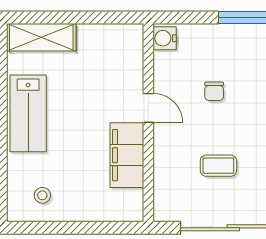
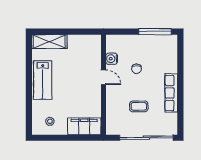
water cooler: (165, 38) -> (112, 59), moved
filing cabinet: (127, 155) -> (84, 126), moved, turned 90

